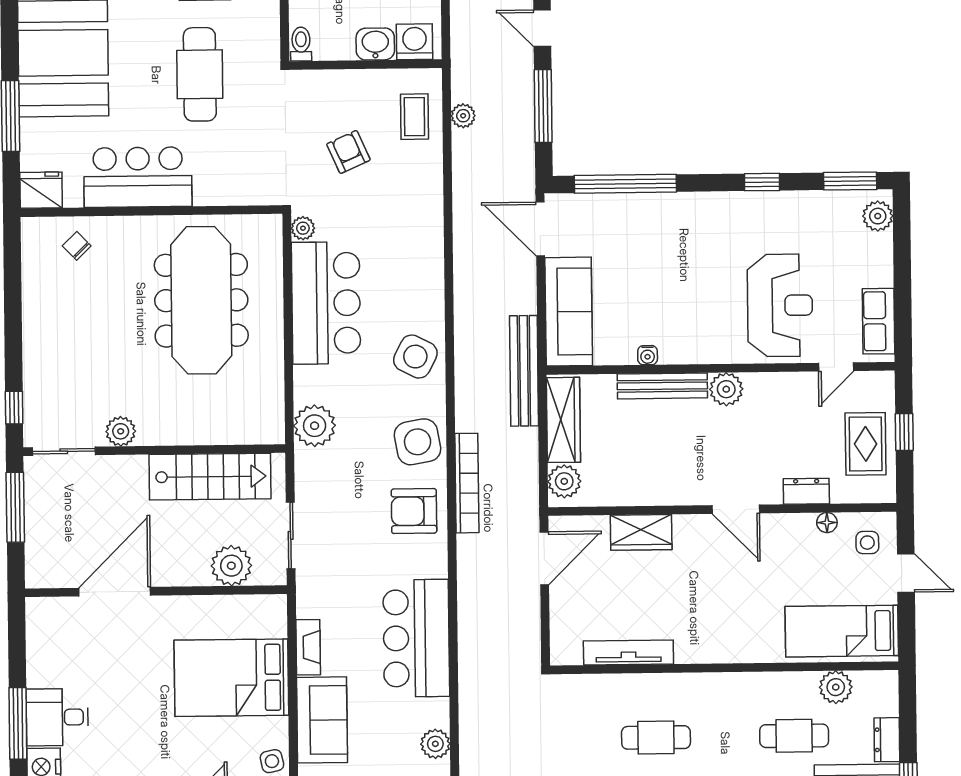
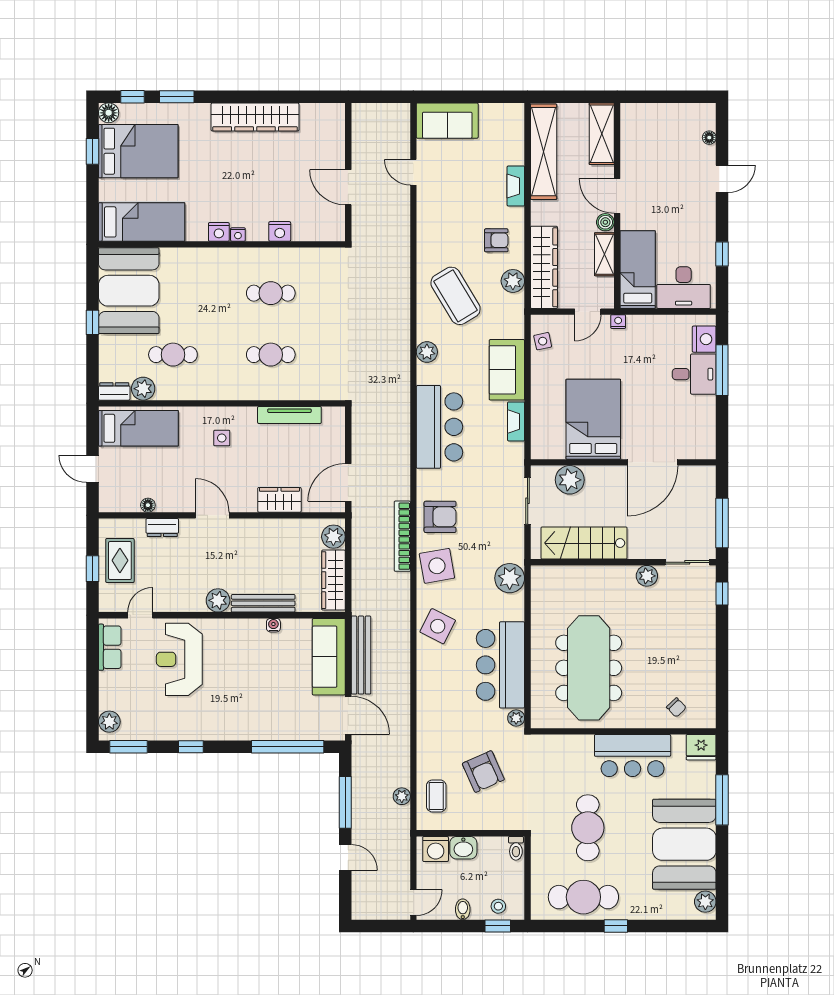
armchair: (348, 152) -> (483, 772), width x1.38, depth x1.38
bench: (524, 371) -> (361, 655), moved
side table: (867, 543) -> (222, 438), moved
bed: (231, 678) -> (593, 419), moved, turned -90
dresser: (887, 740) -> (114, 391), moved, turned -90

